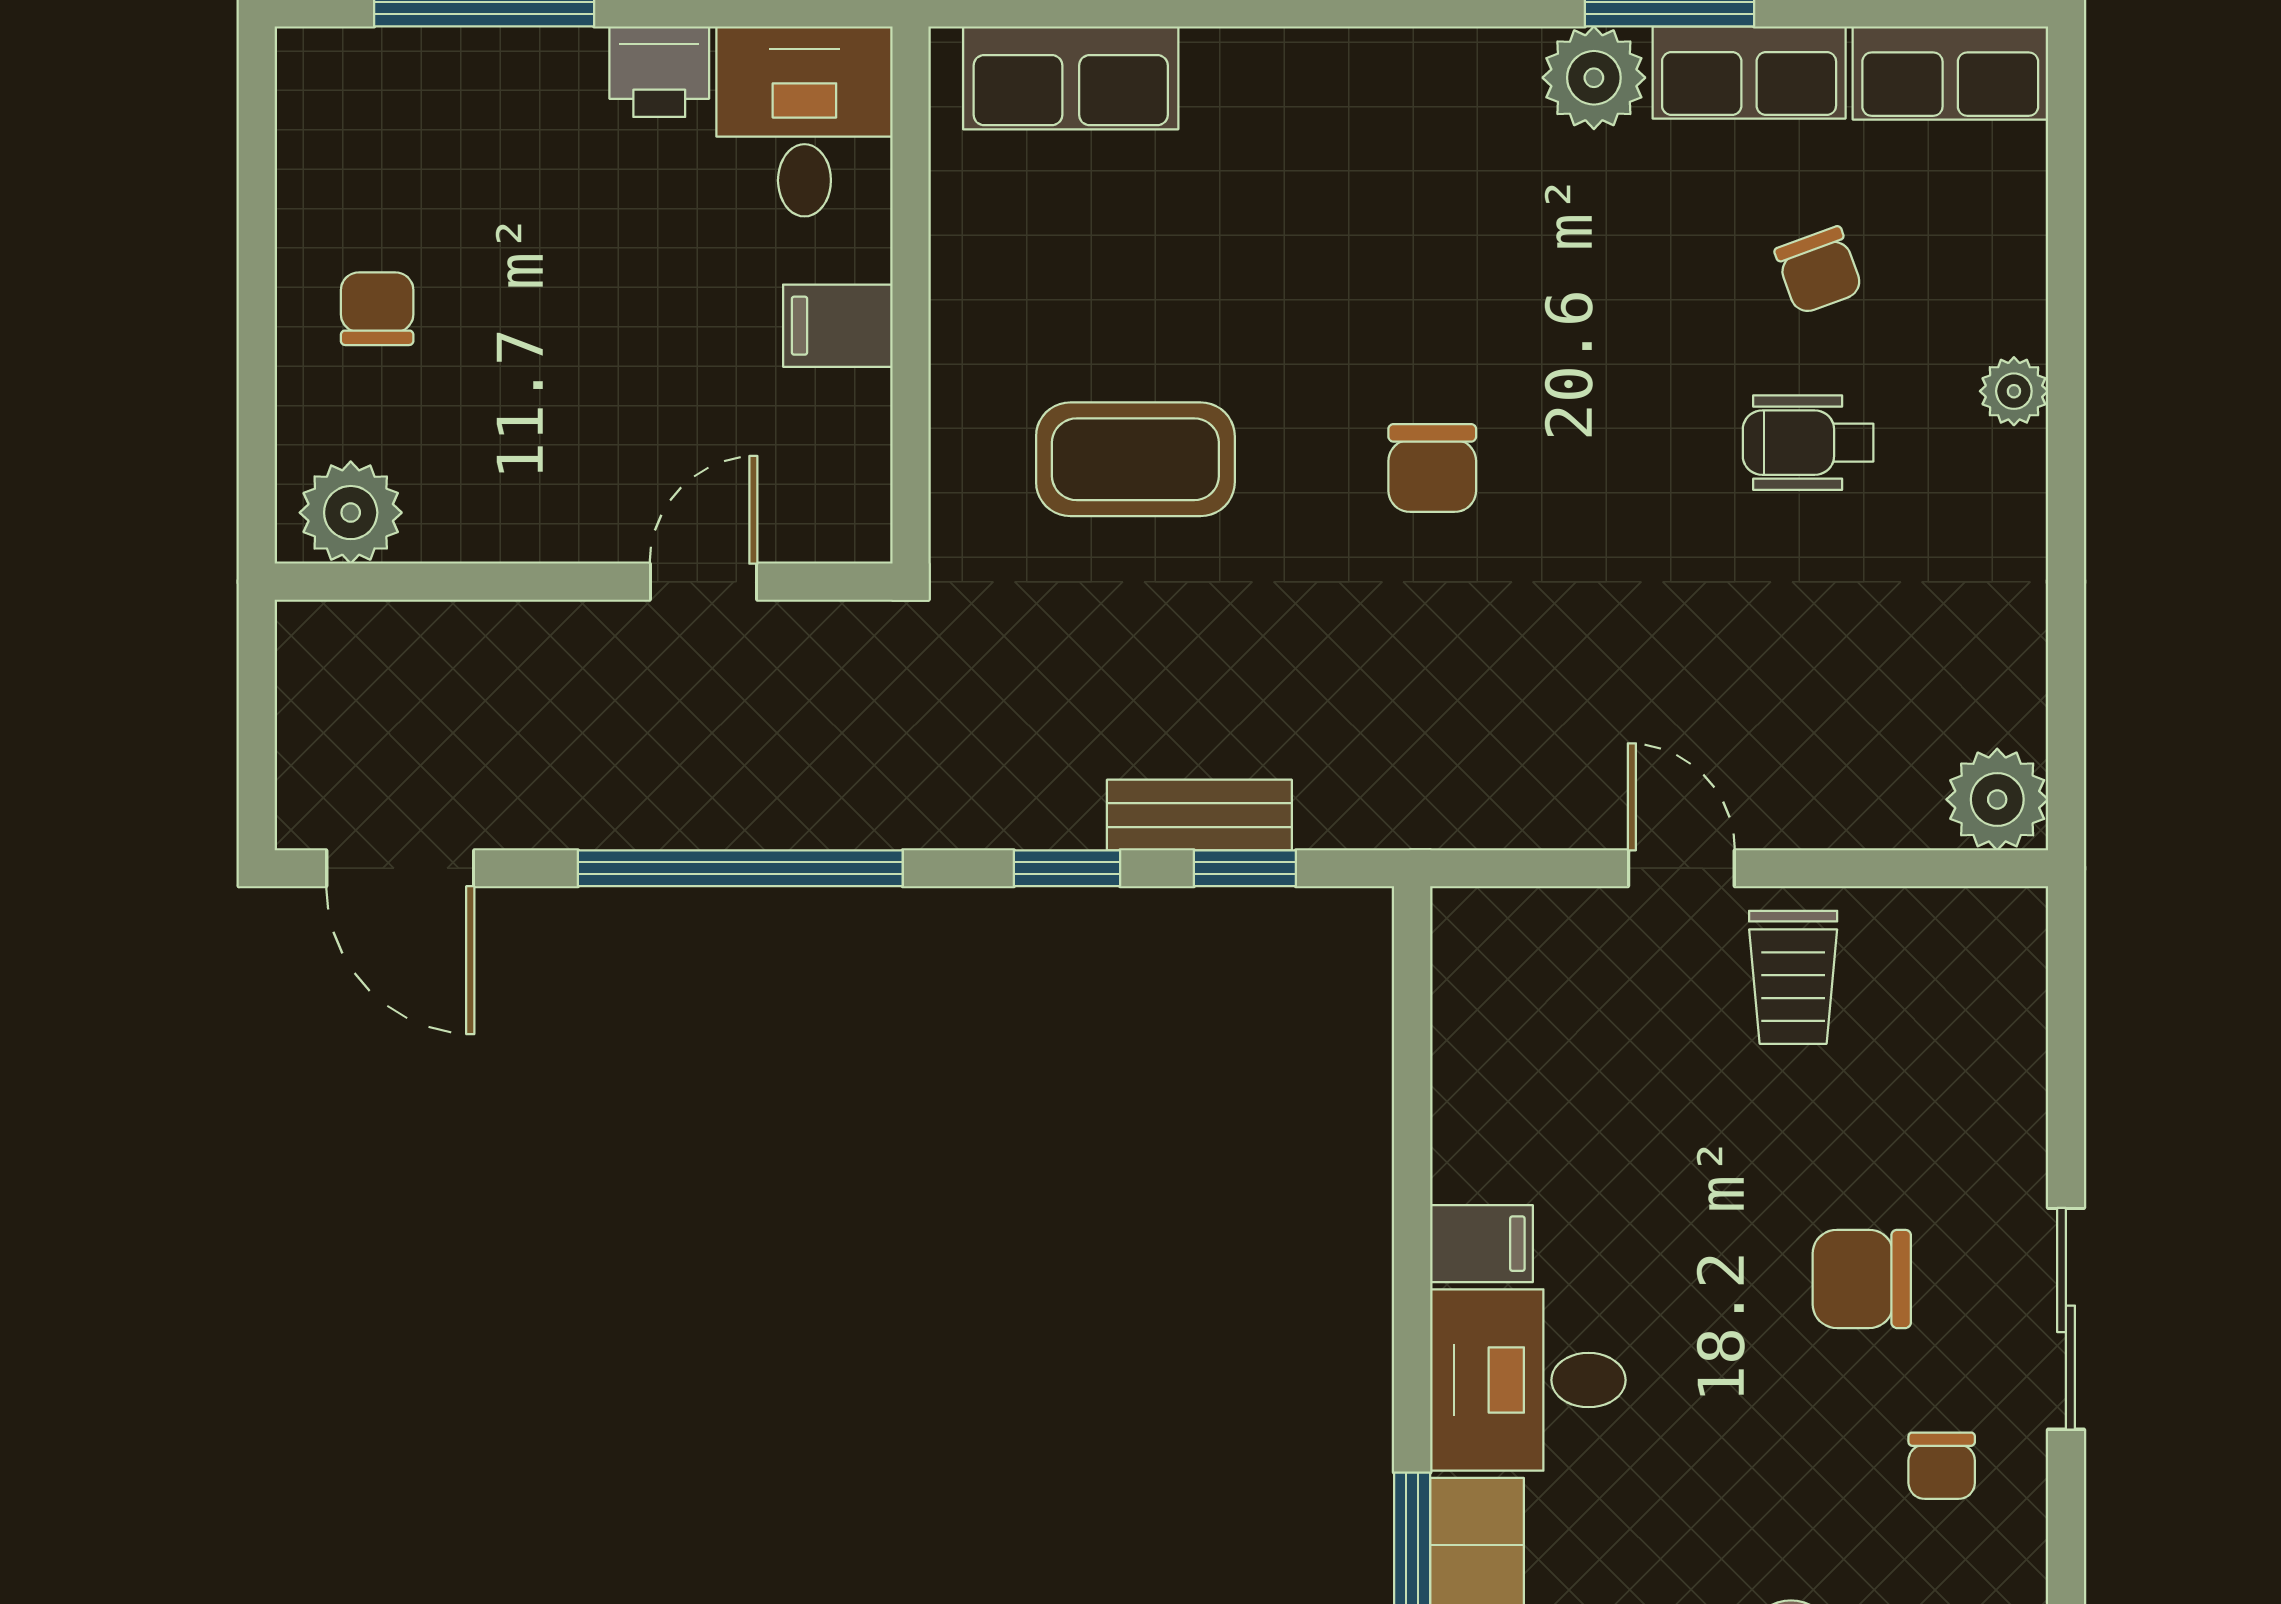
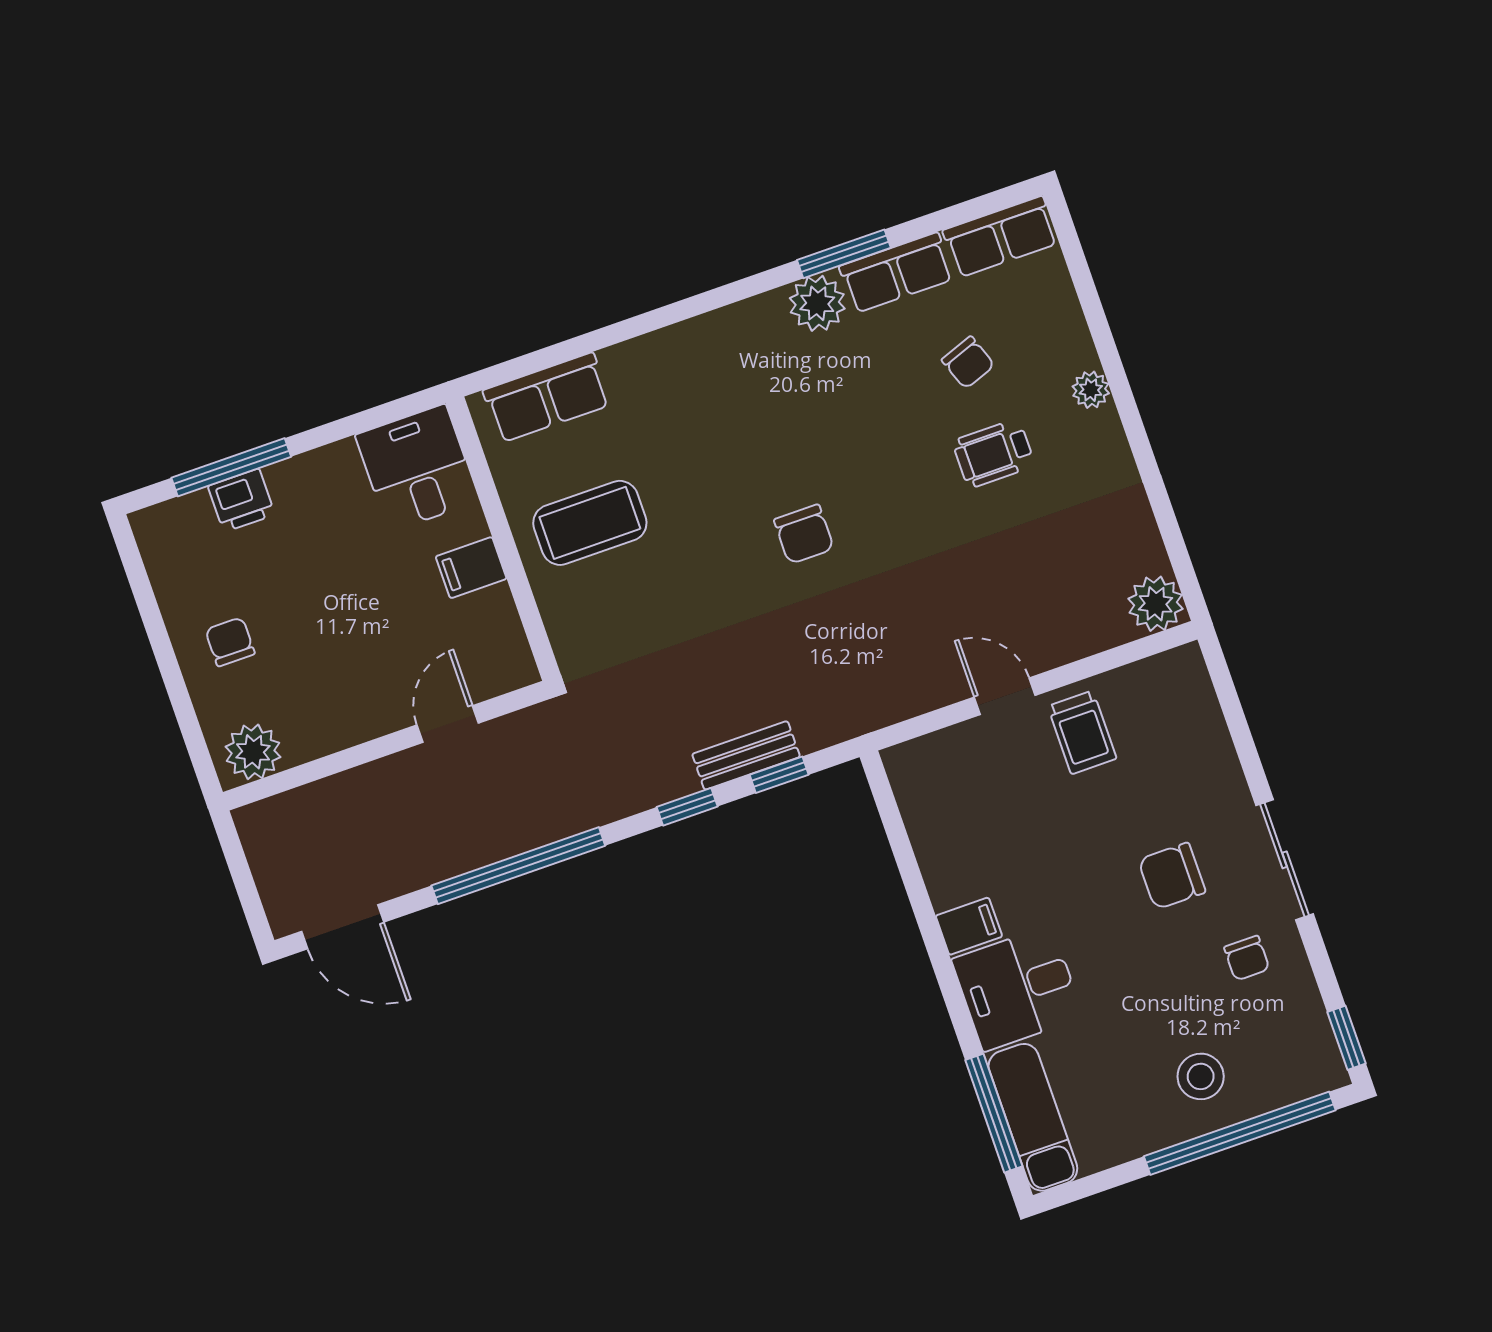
printer: (659, 72) -> (241, 500), moved
coffee table: (1135, 459) -> (590, 523), moved

